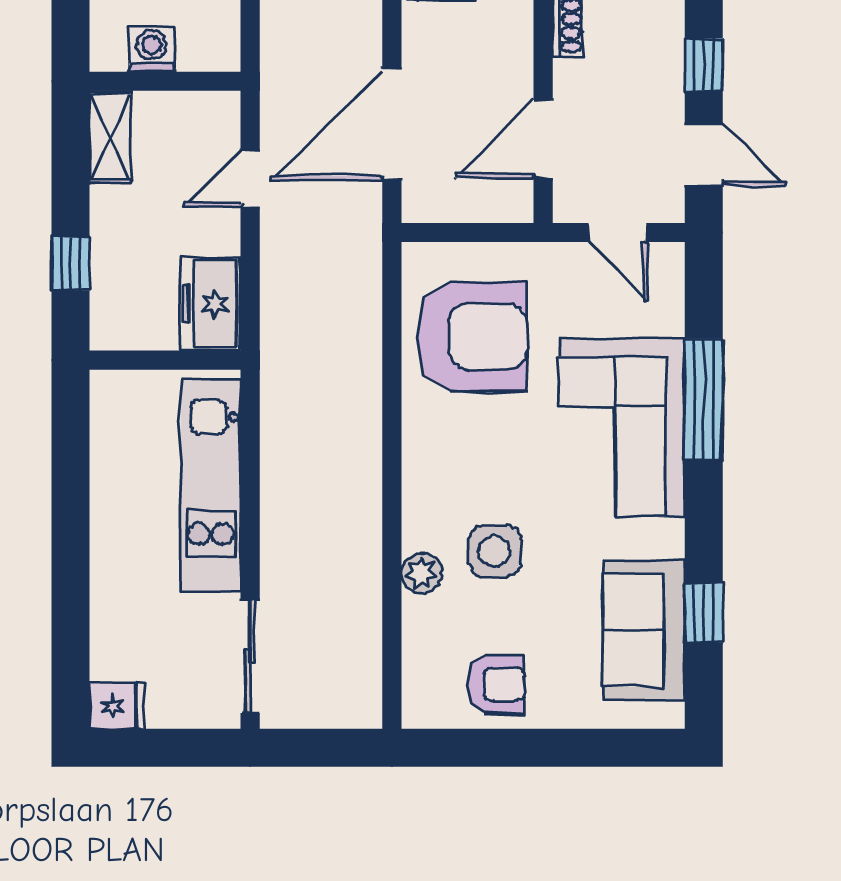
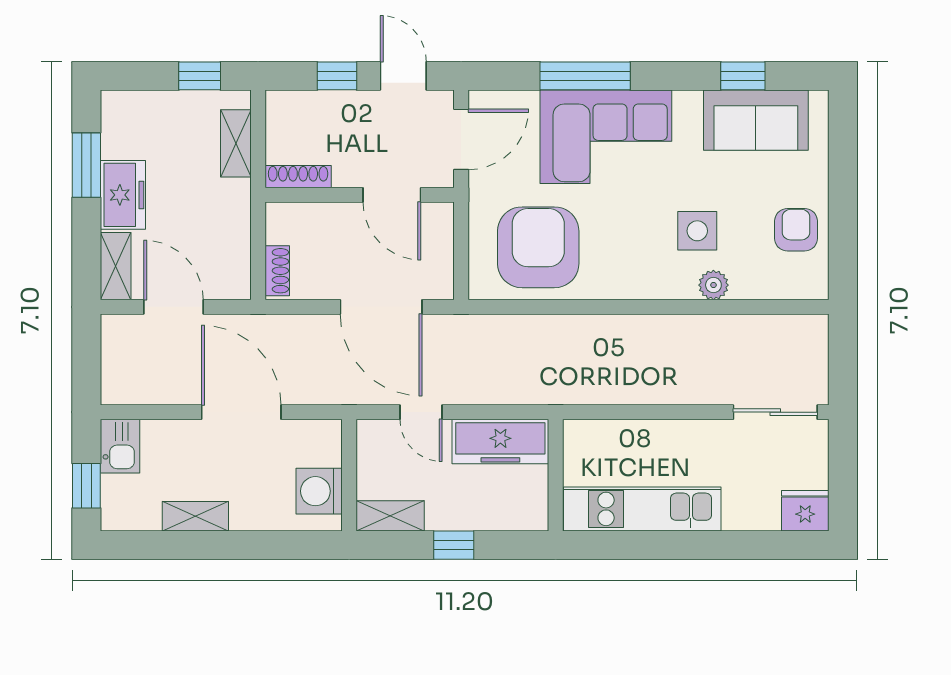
washing machine: (152, 49) -> (319, 491), width x1.38, depth x1.38
door: (704, 154) -> (403, 76), hinge flipped
door: (618, 232) -> (461, 139), width x1.38
window: (70, 263) -> (454, 545), moved
freezer: (210, 304) -> (500, 441), width x1.40
kitchen unit: (211, 485) -> (642, 509), moved, turned 180
fridge: (117, 706) -> (805, 511), width x1.38

